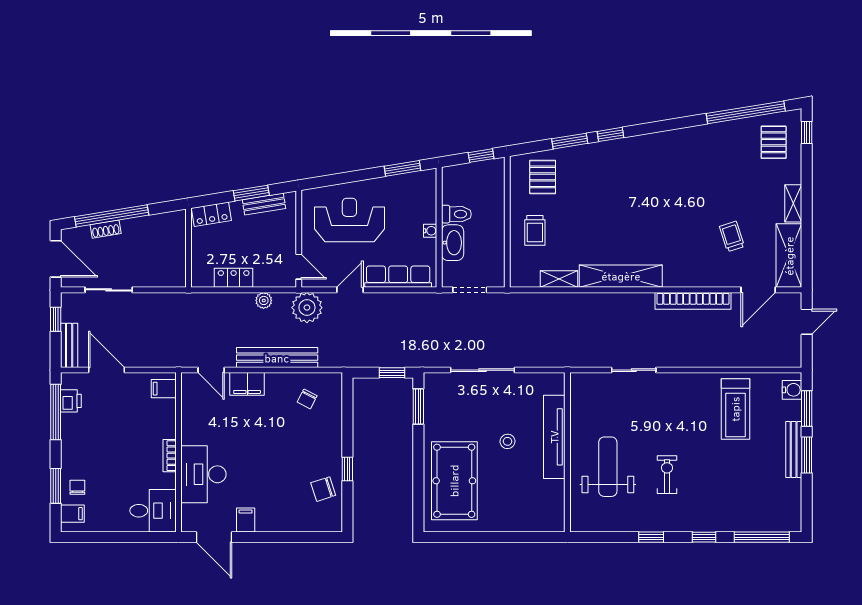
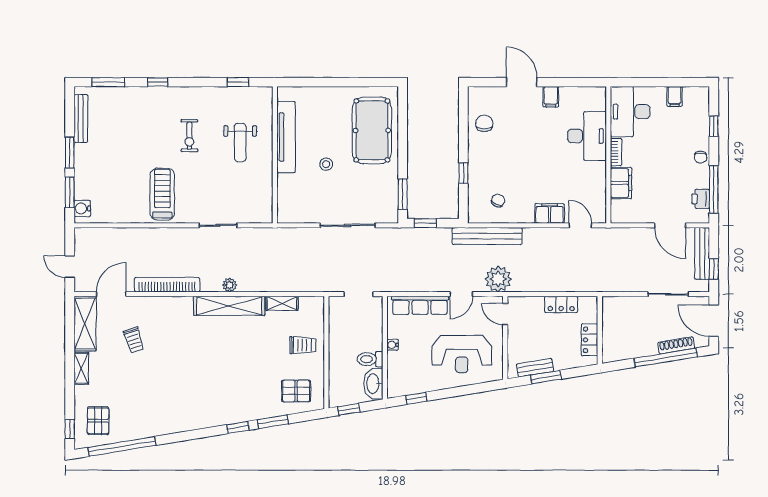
window: (403, 168) -> (416, 398), width x0.67
pallet: (543, 177) -> (296, 391), turned 90
locker: (211, 214) -> (590, 340), moved, turned -81
shoe rack: (106, 229) -> (676, 345), width x1.43
trolley: (535, 230) -> (303, 345), turned 90
washbasin: (453, 243) -> (373, 384), moved
plant: (264, 300) -> (230, 285), moved
door: (807, 322) -> (70, 267), hinge flipped
bench: (69, 345) -> (702, 253), width x1.36
bench: (277, 358) -> (487, 236), moved
filing cabinet: (164, 389) -> (621, 183), moved, width x2.00
treadmill: (735, 409) -> (162, 194), moved
tv unit: (554, 437) -> (286, 137), moved
bench: (794, 449) -> (81, 119), moved
weight bench: (608, 467) -> (240, 143), width x0.73, depth x0.75
window: (347, 469) -> (463, 173), moved
window: (56, 486) -> (714, 126), width x0.67
chair: (77, 487) -> (701, 157), moved
chair: (323, 489) -> (484, 123), turned -72
desk: (153, 511) -> (630, 112), width x1.37
filing cabinet: (72, 514) -> (675, 96), moved, turned -90
door: (214, 537) -> (522, 82), moved
window: (651, 537) -> (238, 82), moved
window: (762, 537) -> (108, 82), width x0.69

